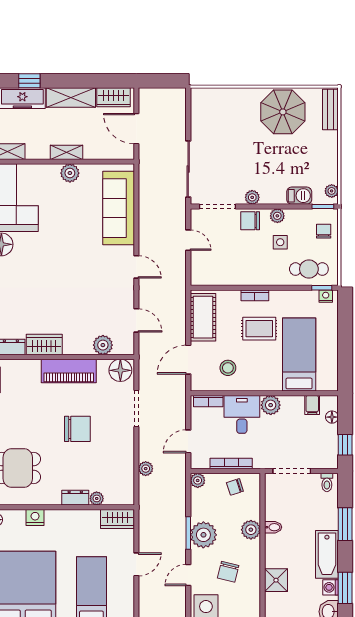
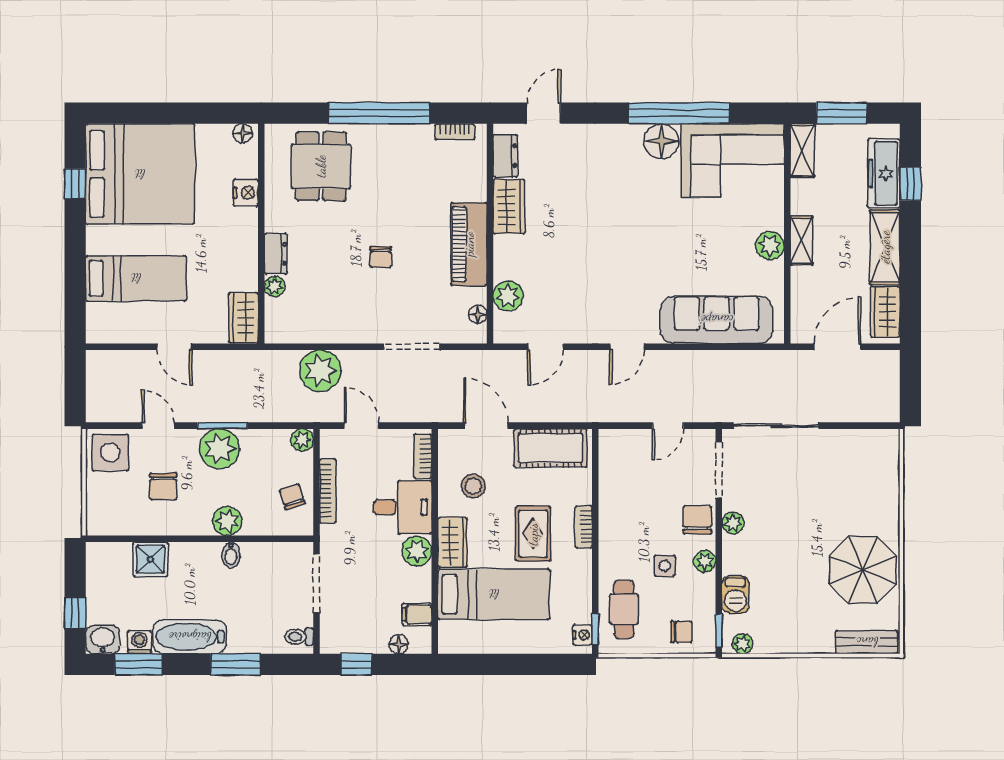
floor lamp: (120, 370) -> (478, 314), width x0.53, depth x0.53
wardrobe: (265, 382) -> (452, 542), added
chair: (77, 429) -> (381, 257), width x0.54, depth x0.54
plant: (146, 469) -> (320, 371), width x1.87, depth x1.87
chair: (228, 572) -> (163, 486), turned -104

